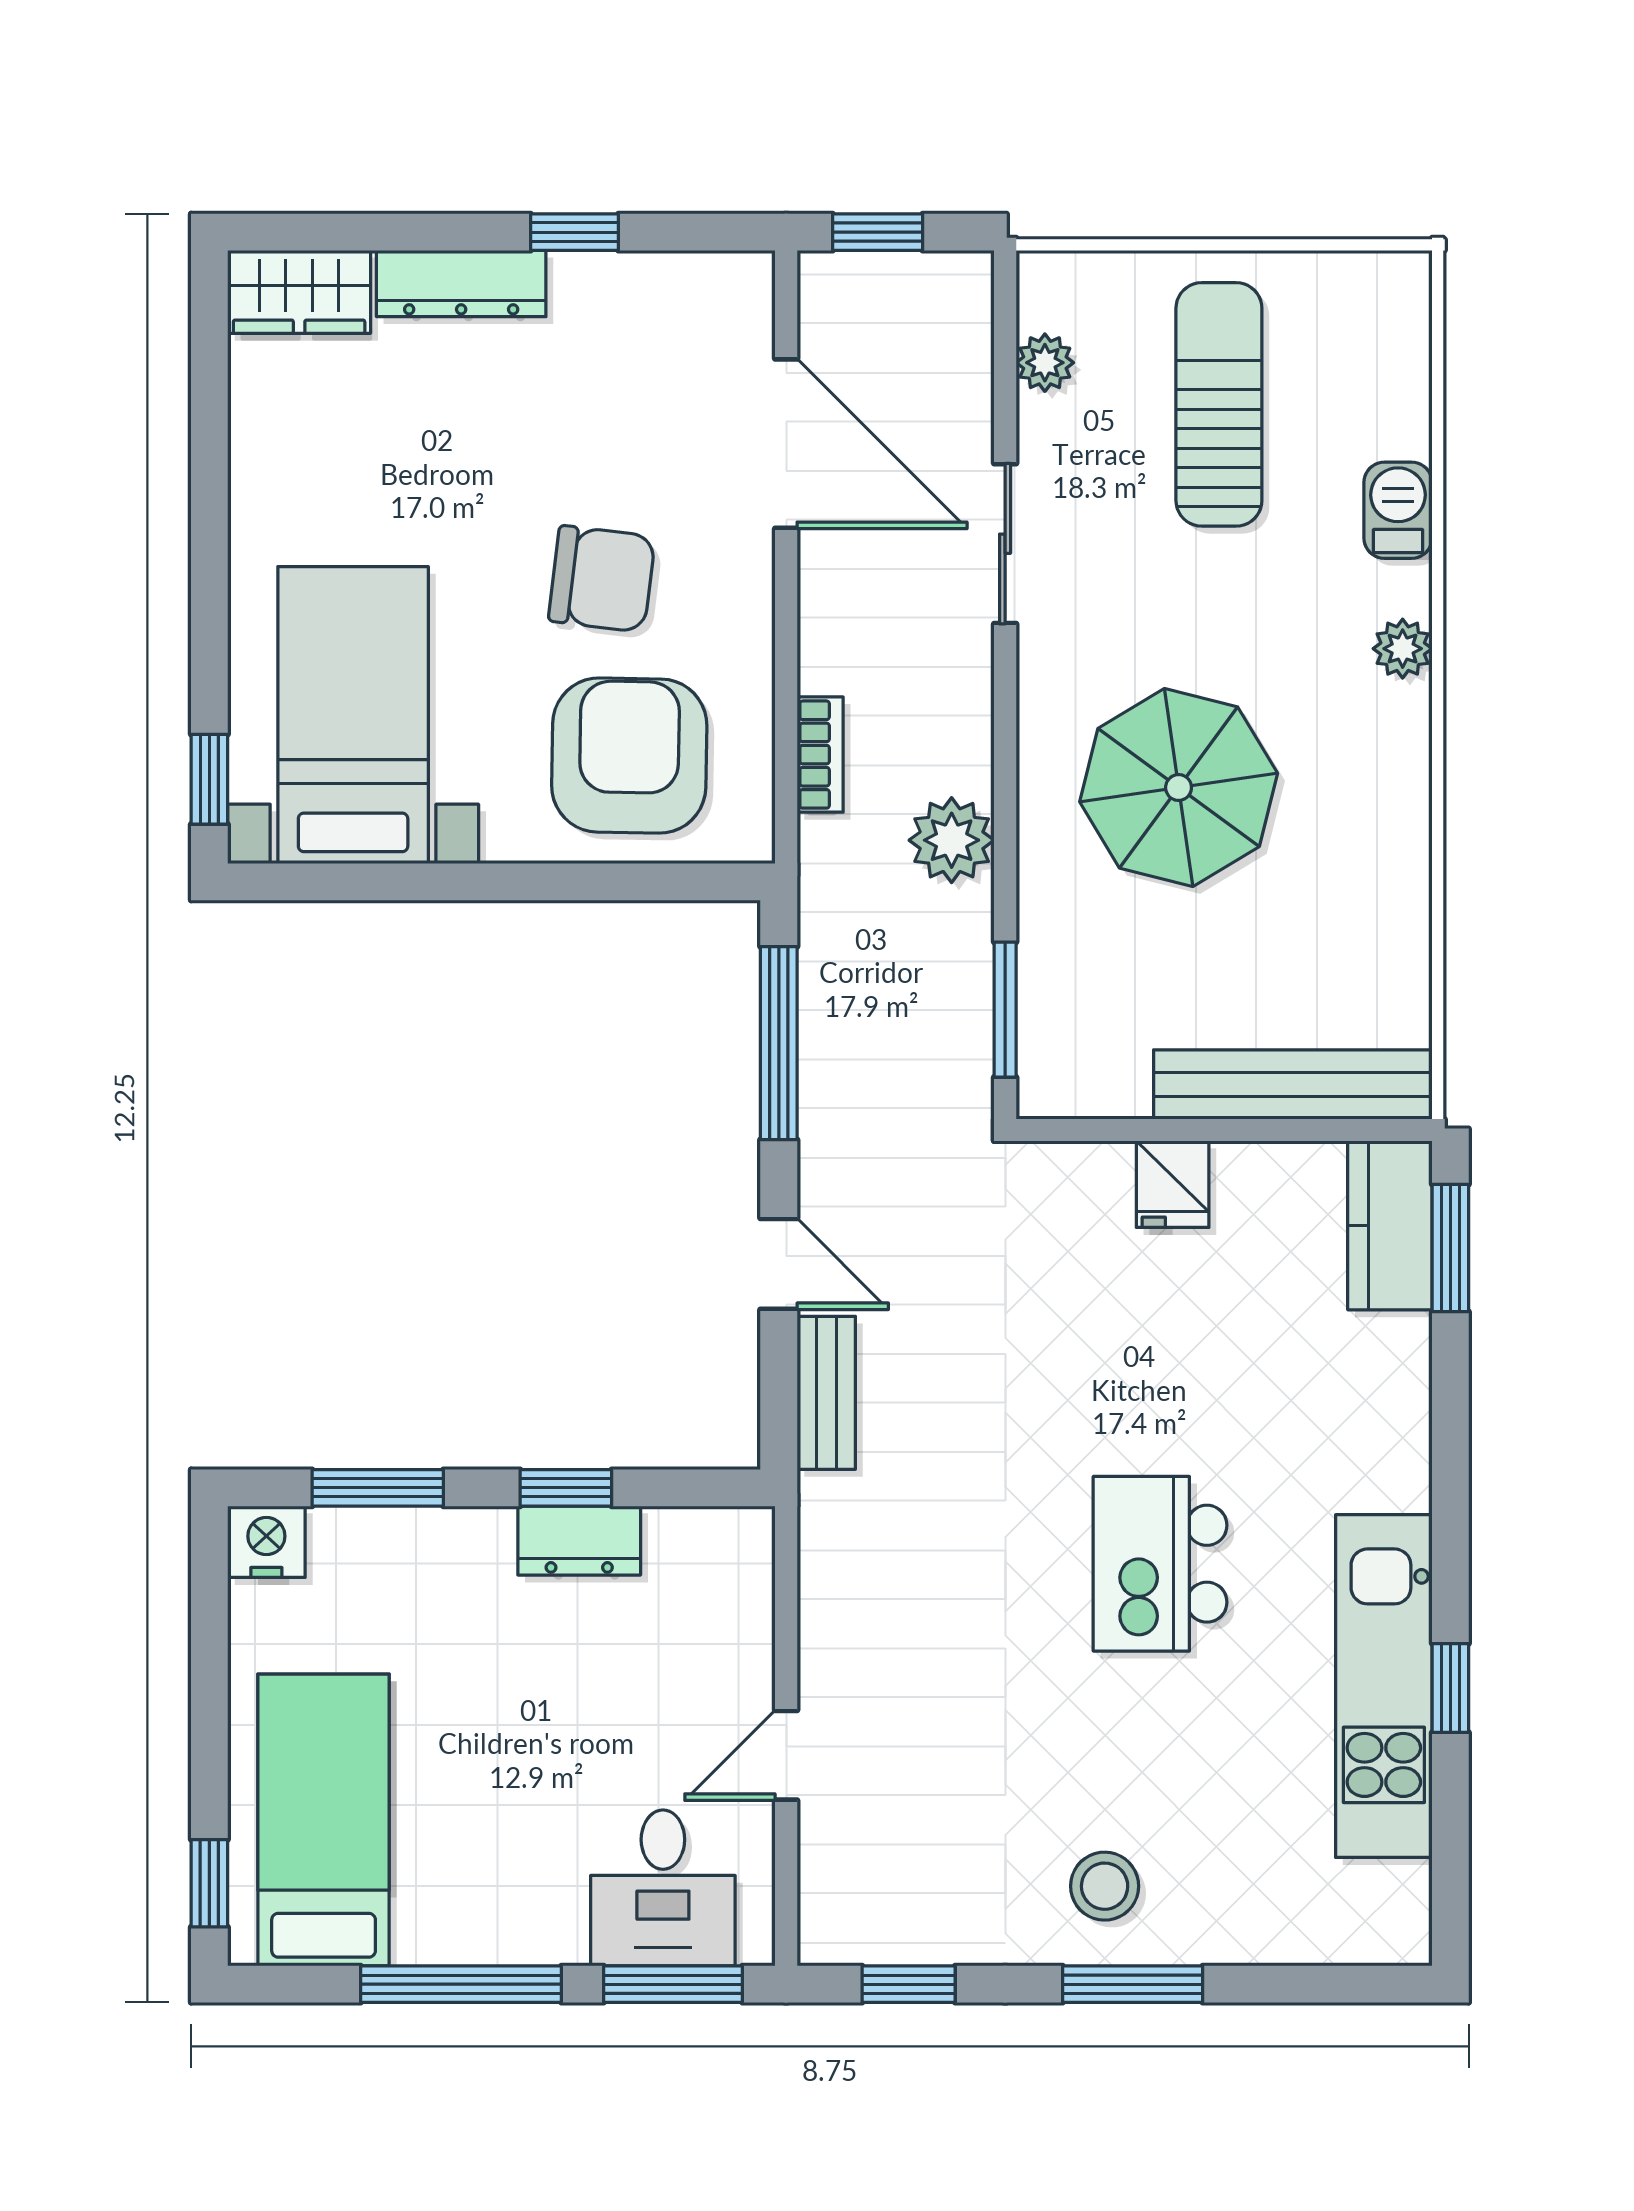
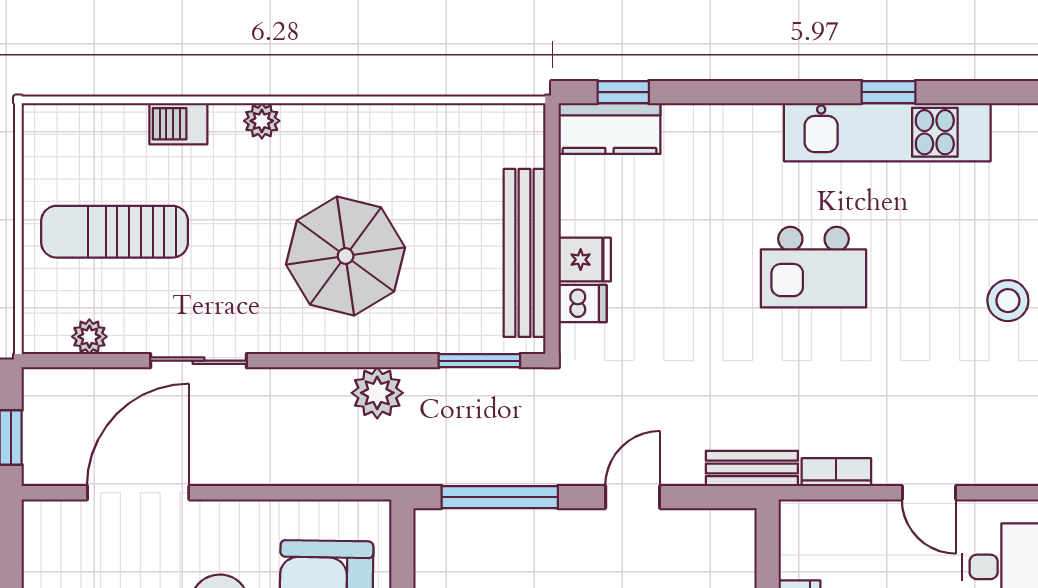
bookcase: (820, 755) -> (836, 472), moved
bench: (1293, 1084) -> (525, 253), moved
dishwasher: (1100, 1181) -> (583, 304), added
window: (1450, 1248) -> (623, 92), width x0.67
bench: (826, 1393) -> (752, 468), moved

